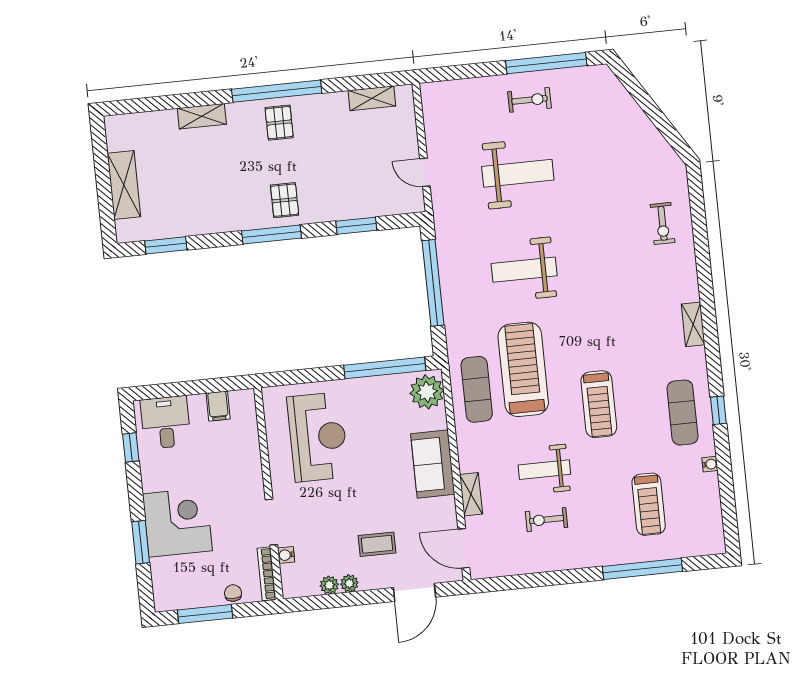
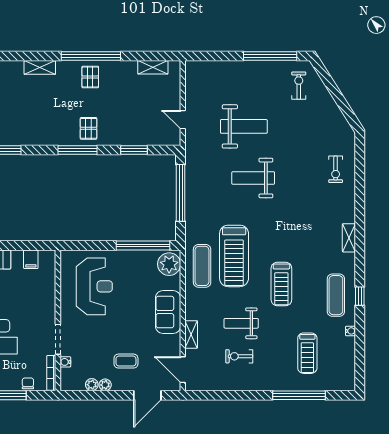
exercise bike: (529, 100) -> (299, 86), moved, turned -90
weight bench: (524, 270) -> (253, 178), moved
treadmill: (523, 369) -> (234, 256), turned 180

